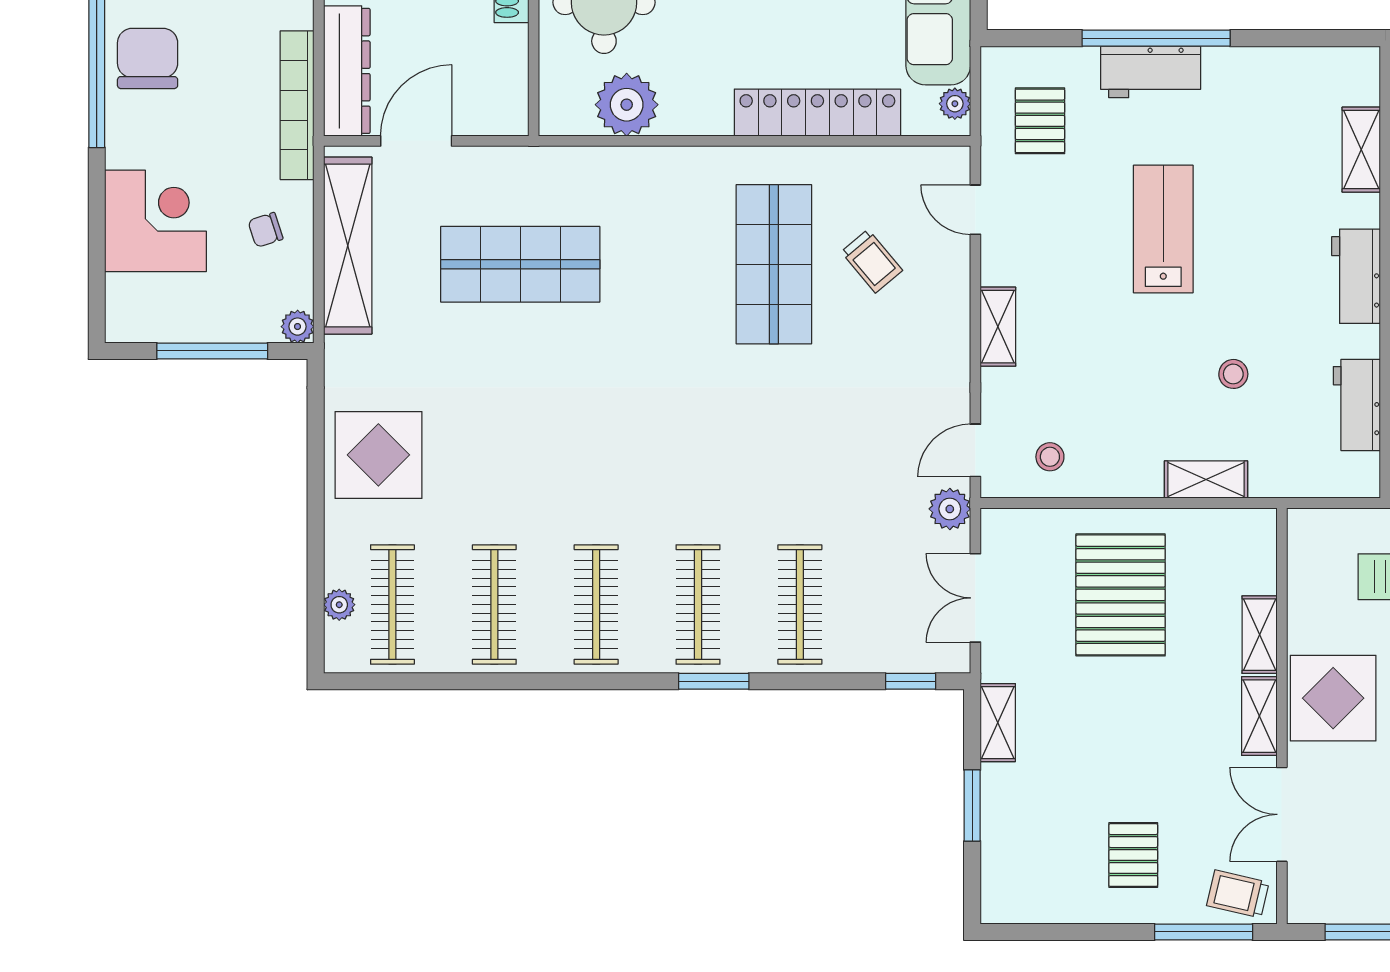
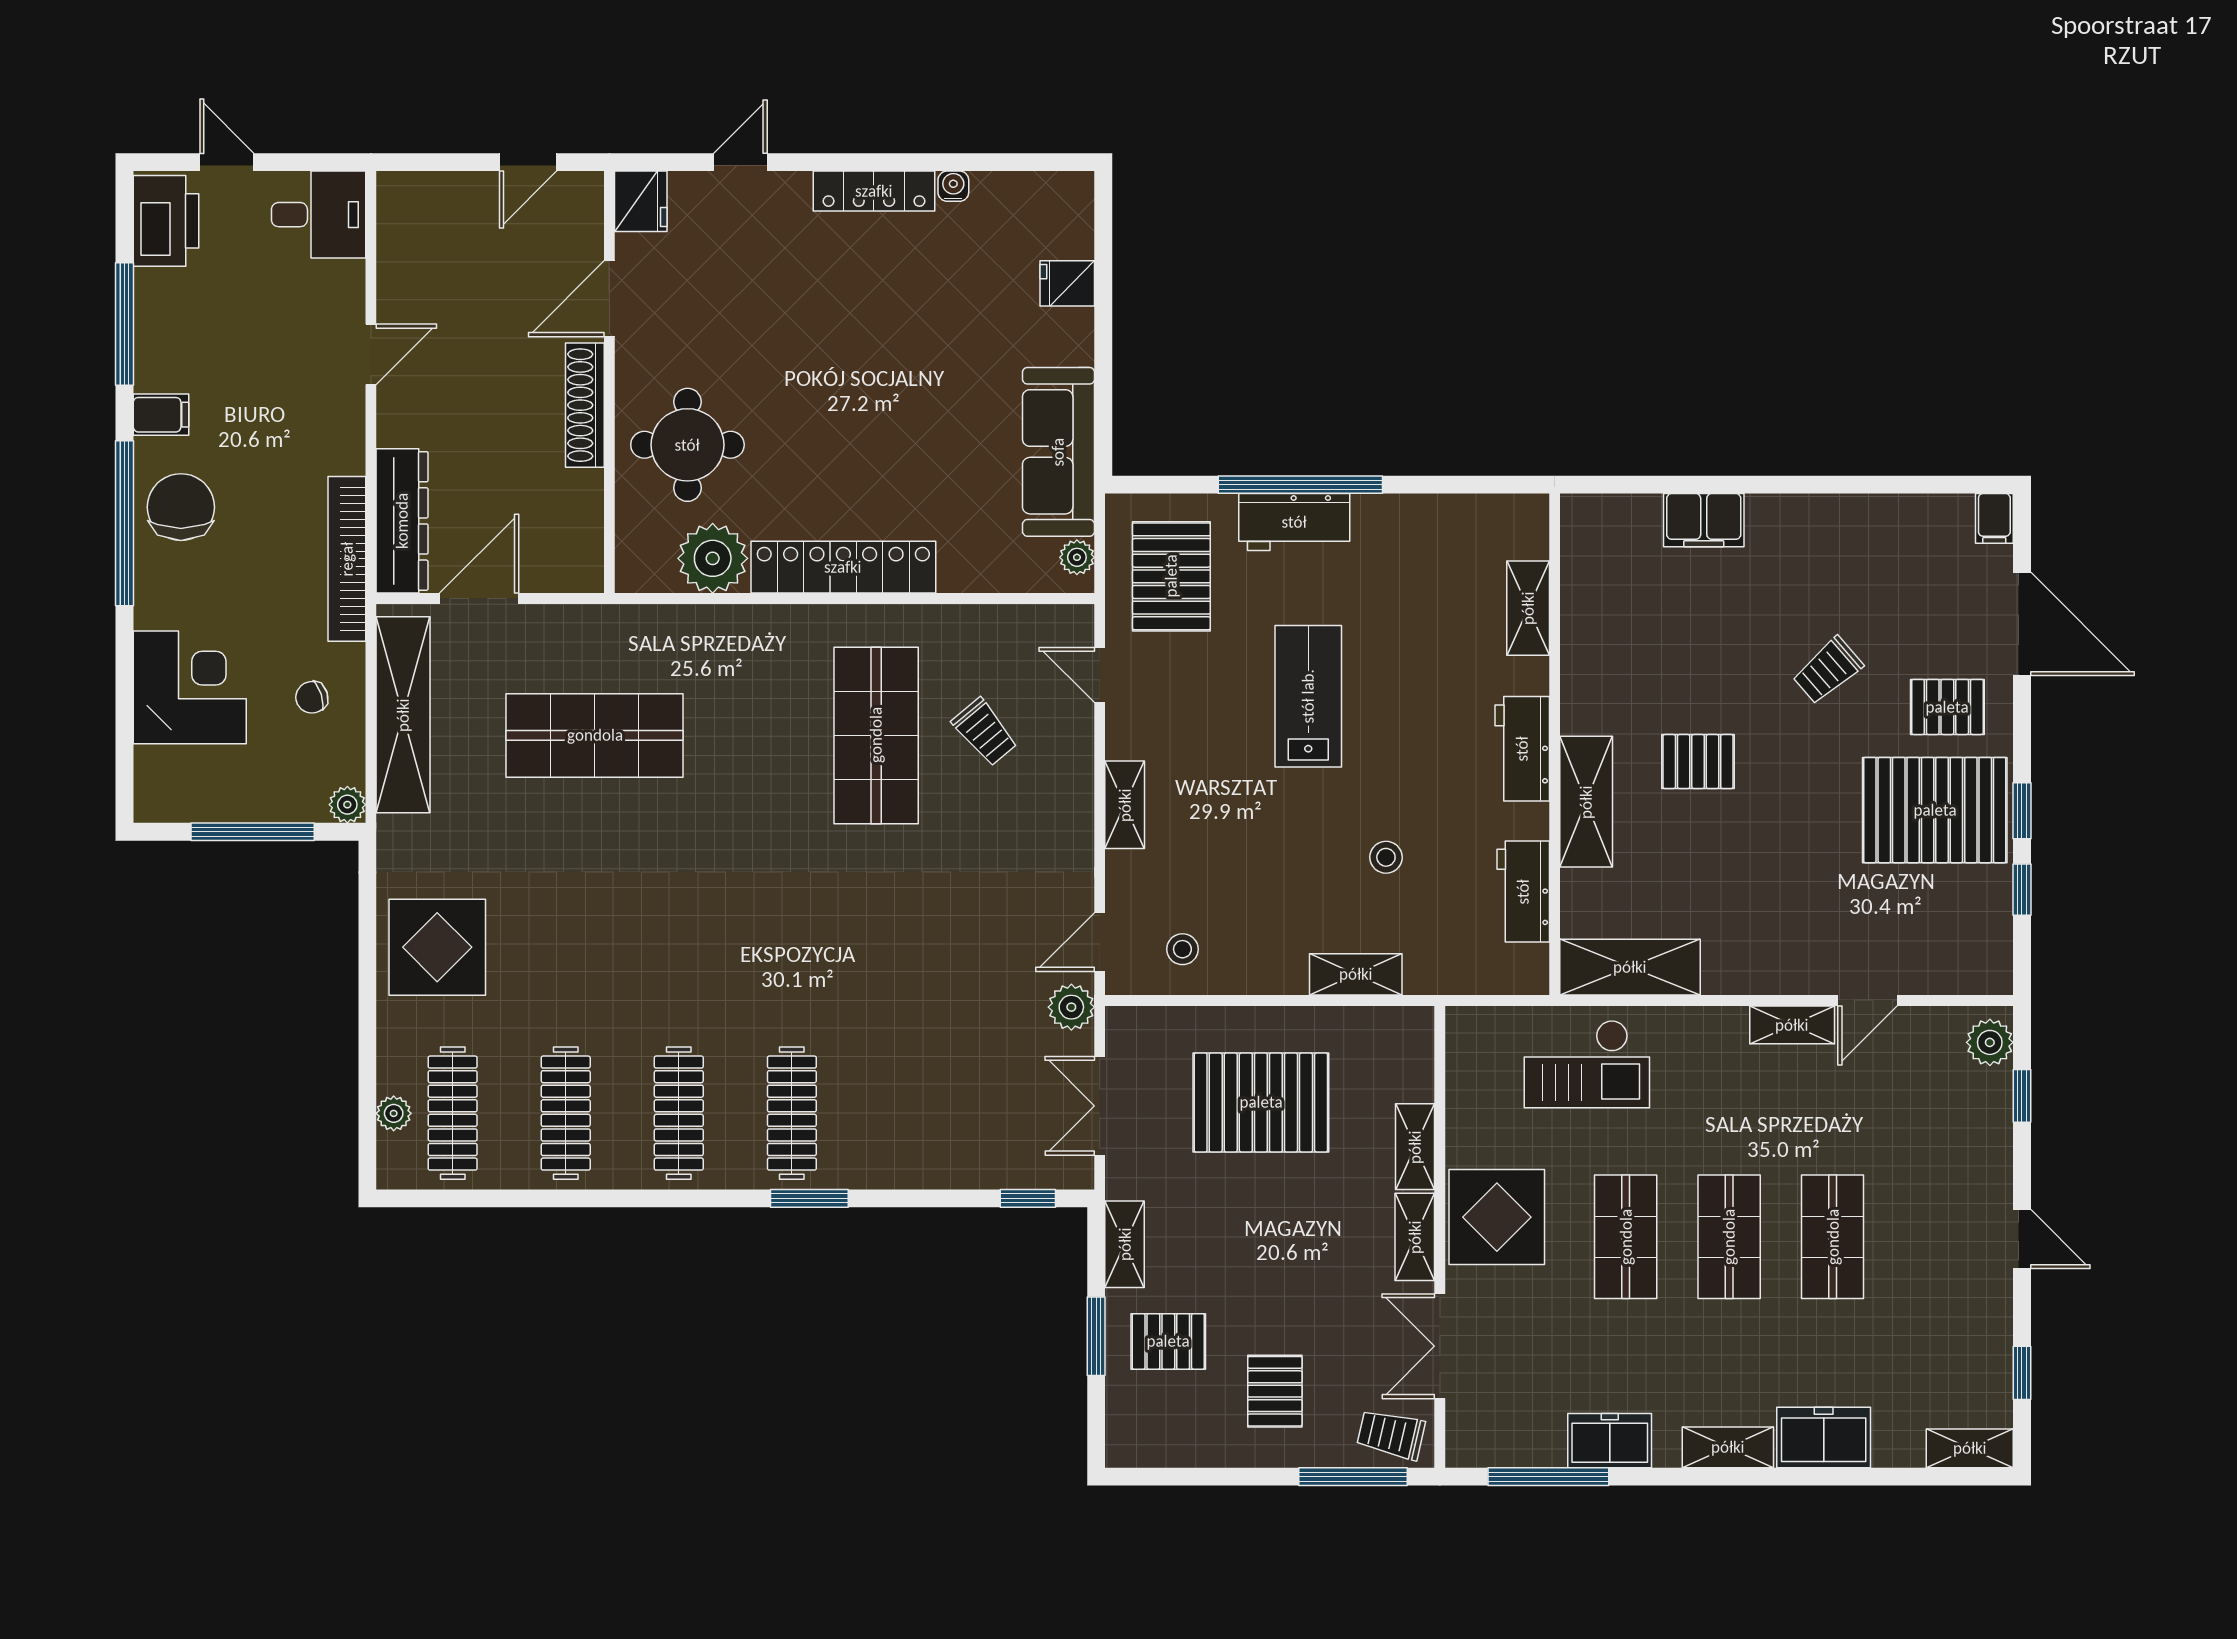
locker: (817, 113) -> (843, 567), moved
pallet: (1040, 121) -> (1171, 576), width x1.50, depth x1.42
pallet: (1121, 595) -> (1261, 1102), turned 90
clothes rail: (800, 604) -> (905, 1113), removed
pallet: (1037, 810) -> (1168, 1341), added

